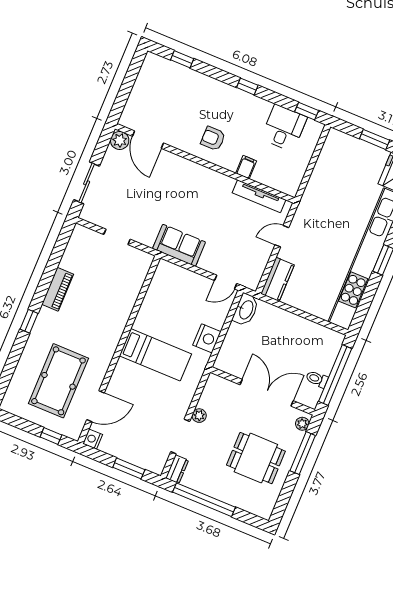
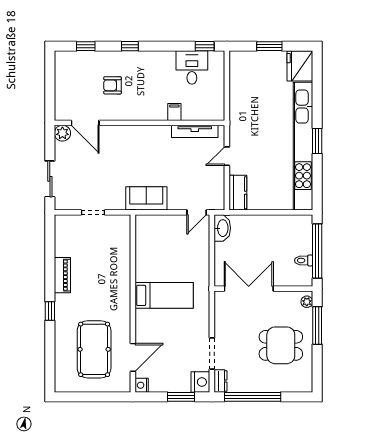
window: (247, 86) -> (130, 46), moved
armchair: (213, 138) -> (112, 85), moved
nightstand: (207, 338) -> (200, 382), moved
double door: (267, 393) -> (249, 289), moved
plant: (199, 416) -> (220, 330), removed
window: (51, 436) -> (107, 397), removed

